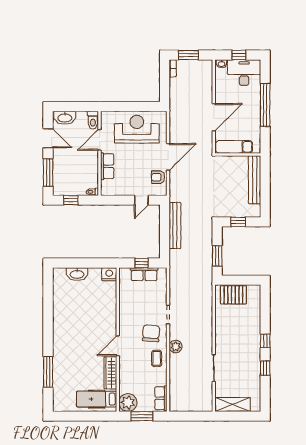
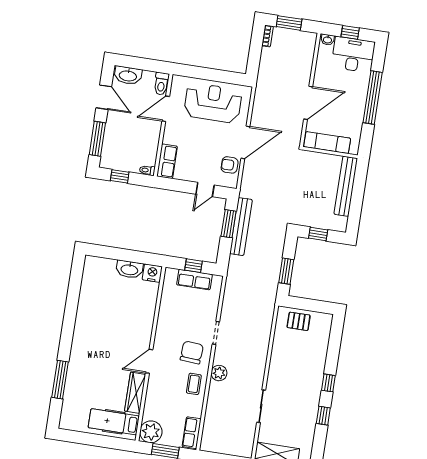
row of seats: (107, 166) -> (167, 161), moved
window: (165, 225) -> (229, 224), added
washbasin: (77, 274) -> (129, 269), moved
pallet: (233, 295) -> (299, 321), width x0.67, depth x0.71

